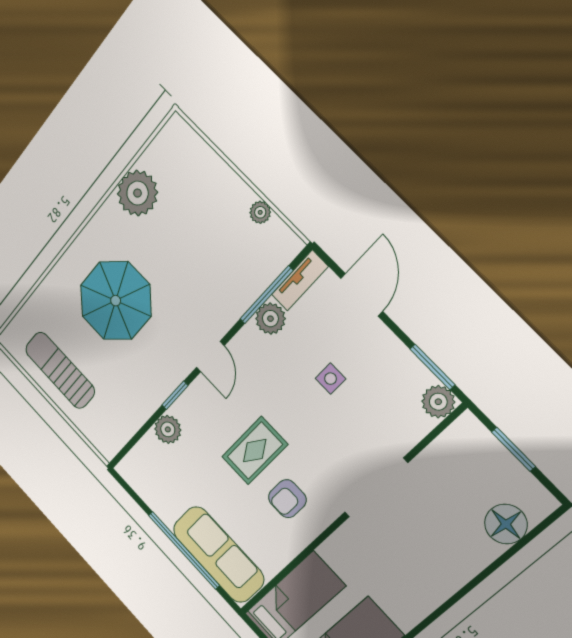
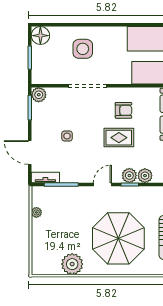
door: (362, 295) -> (30, 152), hinge flipped
parasol: (116, 301) -> (118, 238), width x1.36, depth x1.36
plant: (270, 319) -> (129, 175), moved
floor lamp: (506, 524) -> (40, 36), moved
side table: (440, 540) -> (83, 49), added

